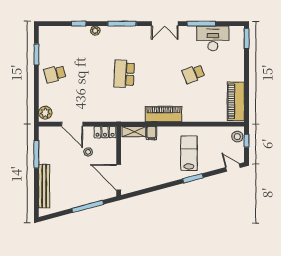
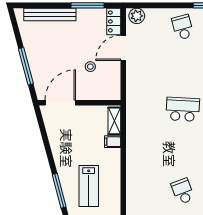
piano: (164, 114) -> (135, 156), removed
locker: (105, 132) -> (114, 21), moved
lab bench: (189, 153) -> (89, 186), turned 90
window: (193, 178) -> (59, 191), width x1.44

